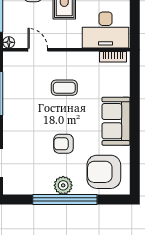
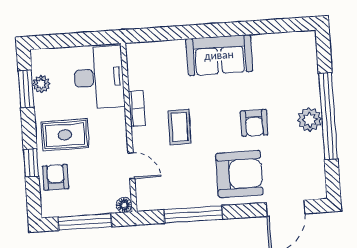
door: (38, 50) -> (131, 166), swing flipped
bookcase: (113, 57) -> (137, 108), moved
armchair: (104, 172) -> (239, 174), moved, turned -90

